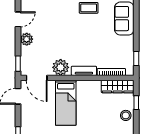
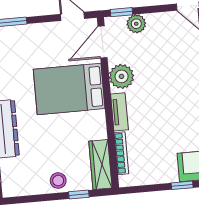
plant: (27, 39) -> (136, 24), moved
window: (136, 58) -> (182, 185), moved
bed: (66, 103) -> (69, 89), width x1.50

